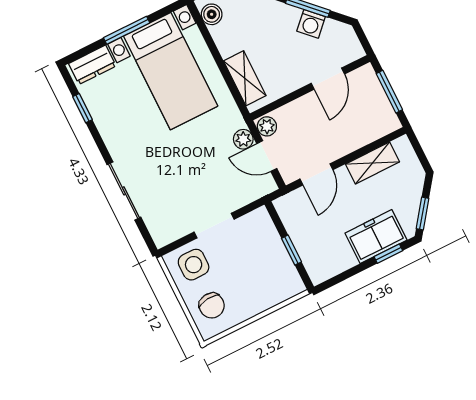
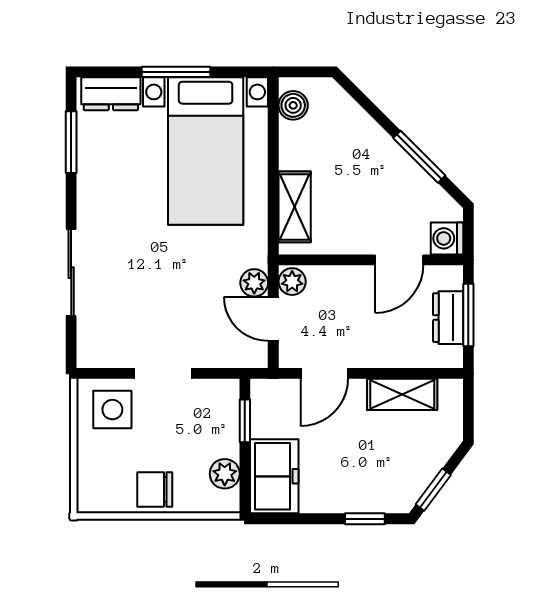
washing machine: (311, 24) -> (447, 238), moved, turned 45
dresser: (377, 100) -> (448, 318), added
window: (82, 108) -> (71, 142), width x1.50
freezer: (376, 237) -> (274, 476), moved, turned 90
window: (291, 250) -> (245, 421), moved
plant: (285, 270) -> (225, 474), added
chair: (212, 306) -> (155, 489), moved, turned 96

